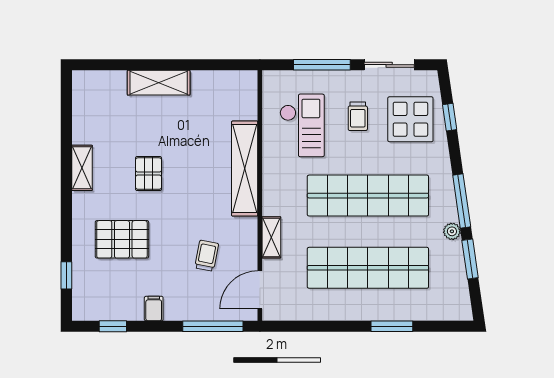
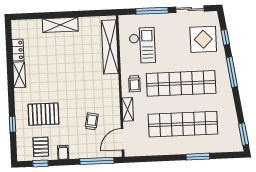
trolley: (358, 116) -> (134, 84), moved
locker: (82, 124) -> (18, 50), added
shelving: (245, 169) -> (110, 47), moved
pallet: (149, 174) -> (41, 147), moved
window: (462, 201) -> (232, 72), moved
plant: (452, 231) -> (229, 101), removed
window: (470, 259) -> (244, 134), moved
window: (66, 275) -> (12, 124), moved

